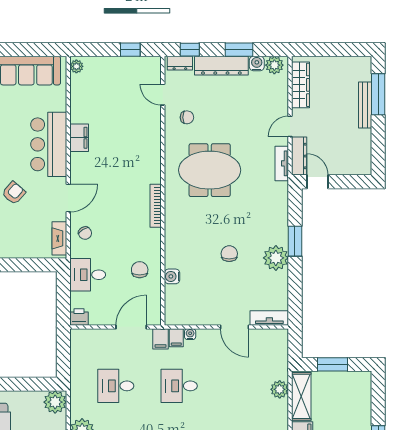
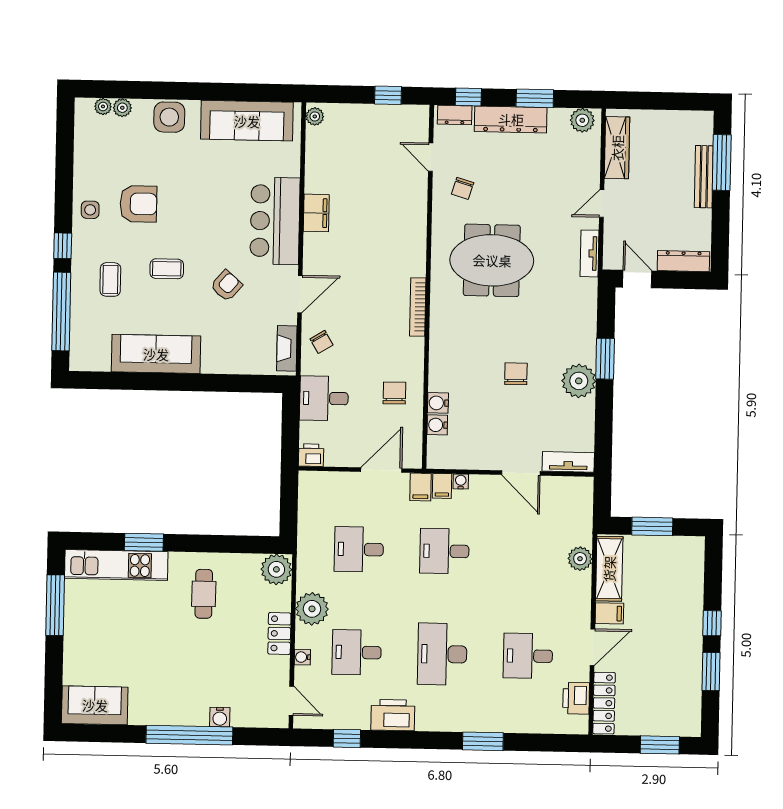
water cooler: (257, 64) -> (437, 425), moved, turned -90
chair: (187, 117) -> (463, 188), turned 107
dresser: (299, 156) -> (683, 261), moved, turned -90

